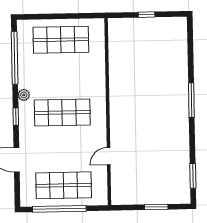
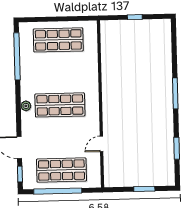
plant: (24, 95) -> (26, 106), moved
window: (16, 117) -> (20, 174), moved
window: (193, 176) -> (177, 148), moved

